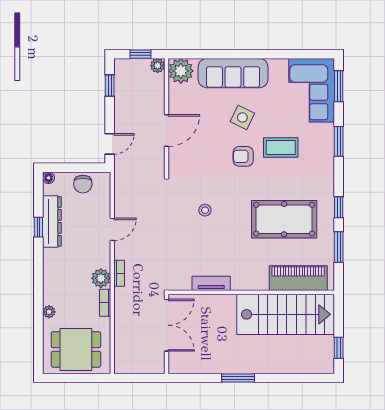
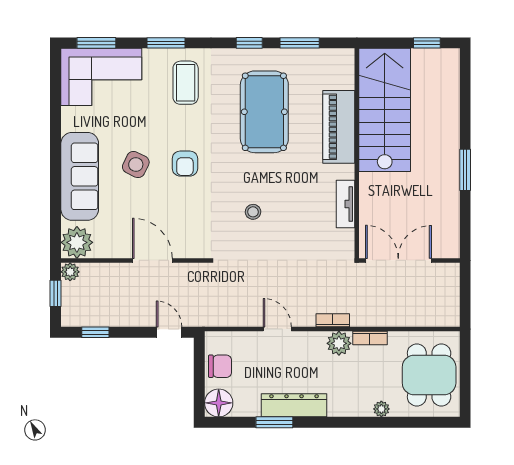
coffee table: (281, 148) -> (186, 83), moved
floor lamp: (49, 178) -> (219, 403), width x1.89, depth x1.89
dresser: (52, 221) -> (294, 405), moved
window: (38, 227) -> (274, 422), width x1.50
piano: (298, 278) -> (339, 127), moved

